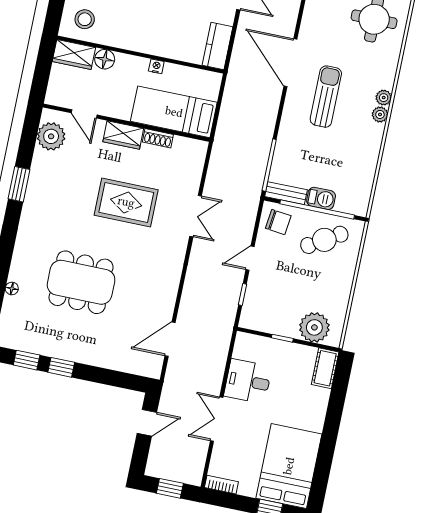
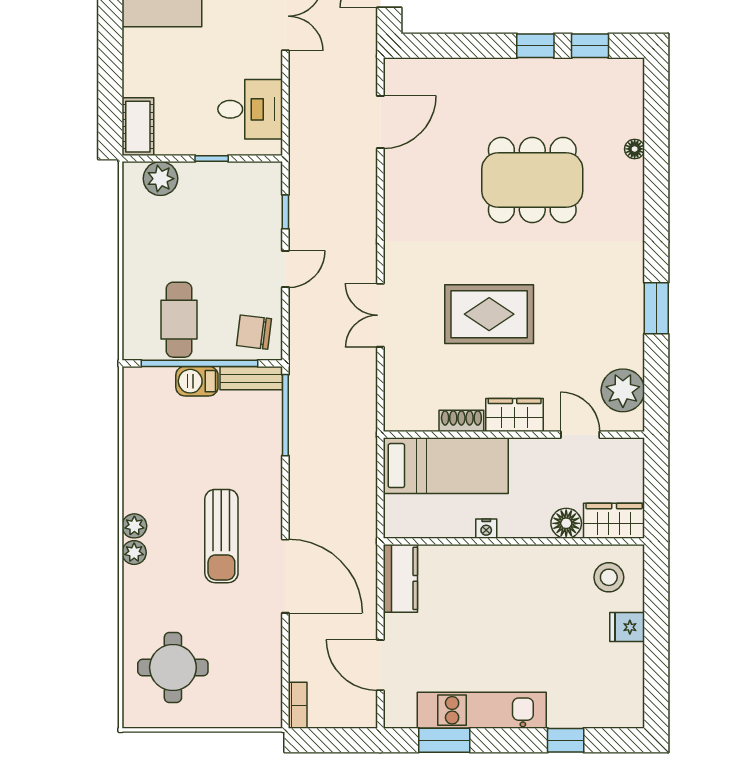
cafe table: (324, 240) -> (179, 320), turned -59
plant: (314, 327) -> (160, 179), width x0.73, depth x0.73
desk: (248, 381) -> (250, 109), moved

